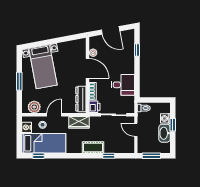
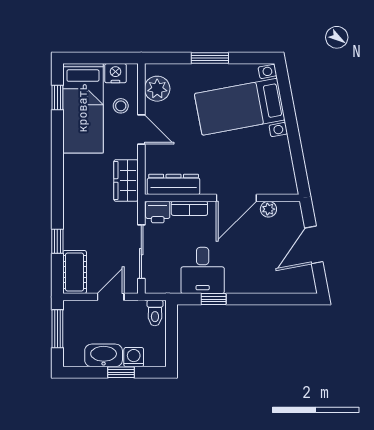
window: (137, 50) -> (214, 299), moved
cot: (93, 147) -> (75, 272), moved

